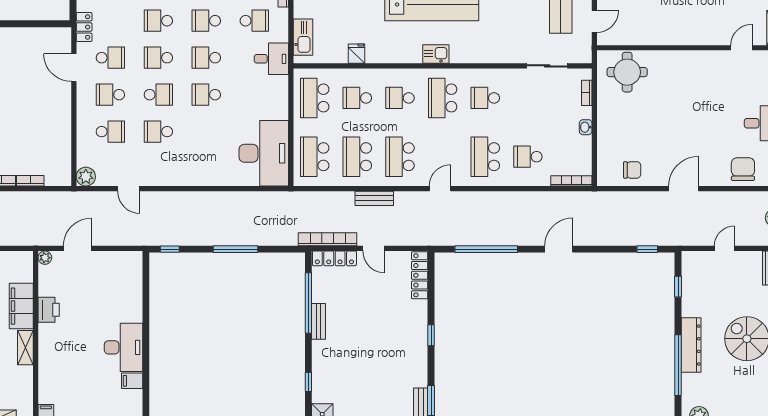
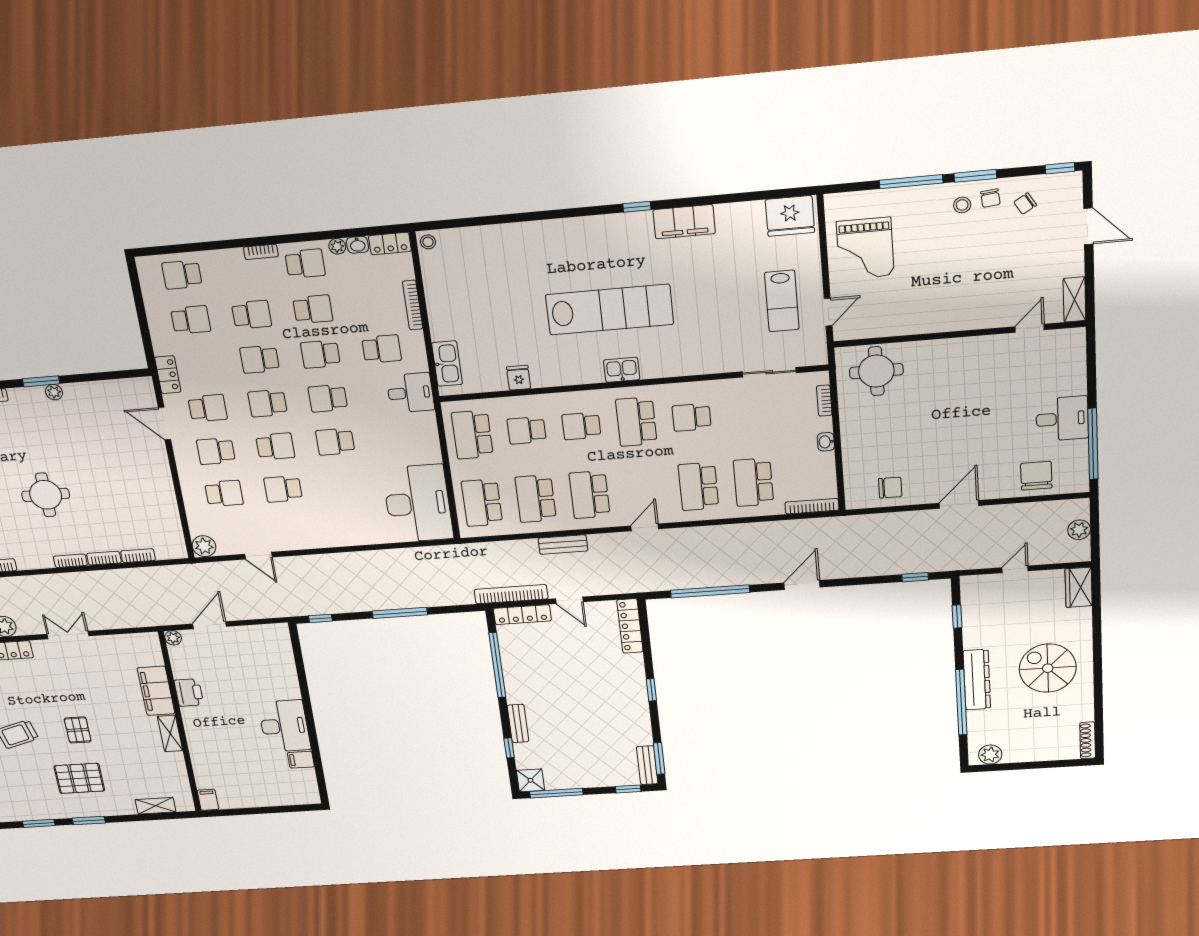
school desk: (528, 157) -> (753, 482), width x1.85
bench: (319, 321) -> (518, 723), moved

